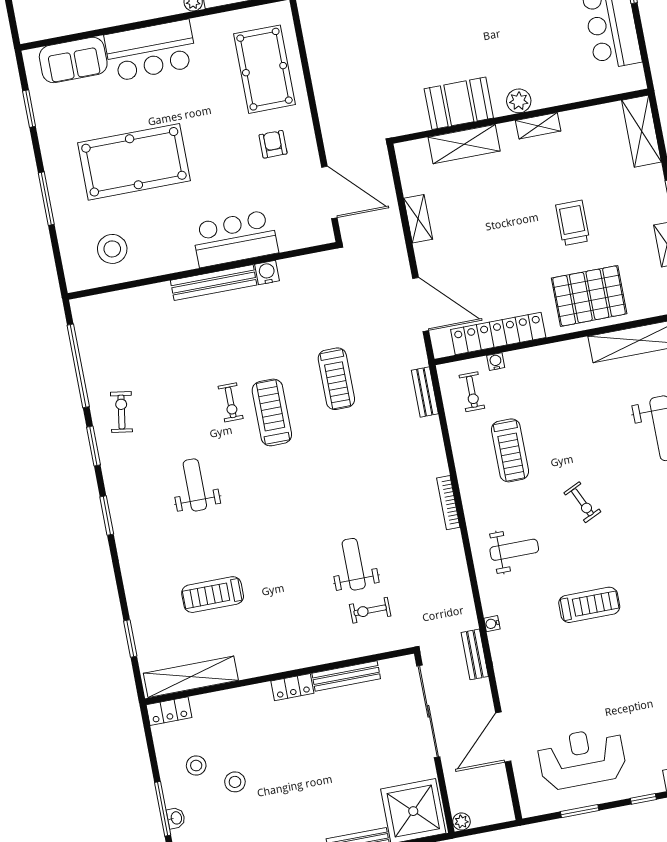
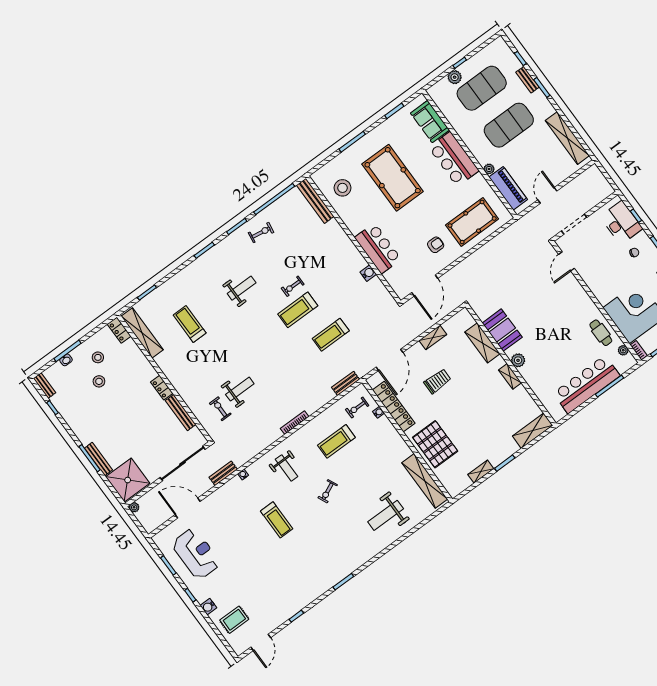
trolley: (573, 223) -> (437, 381), moved
bench: (214, 283) -> (315, 201), moved
treadmill: (272, 412) -> (298, 310), turned 180

